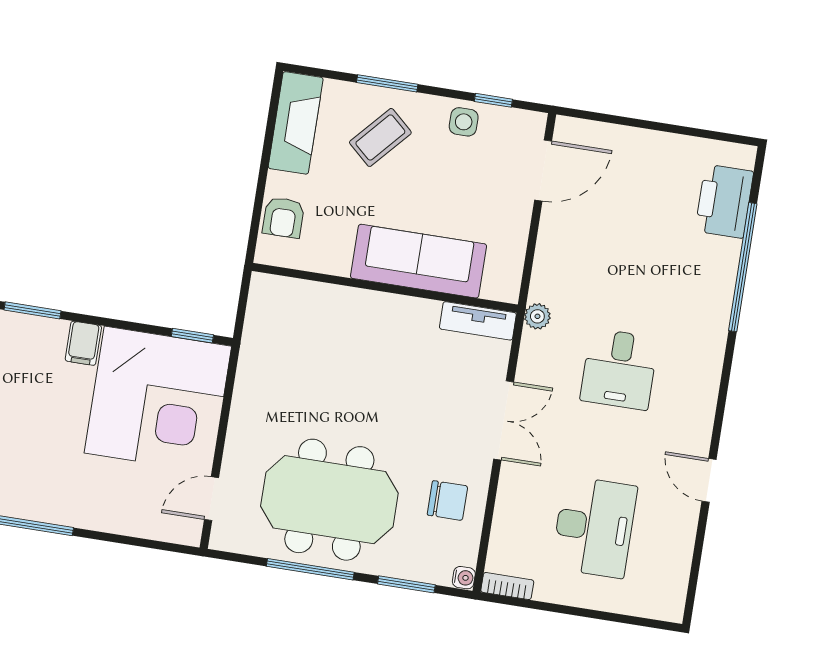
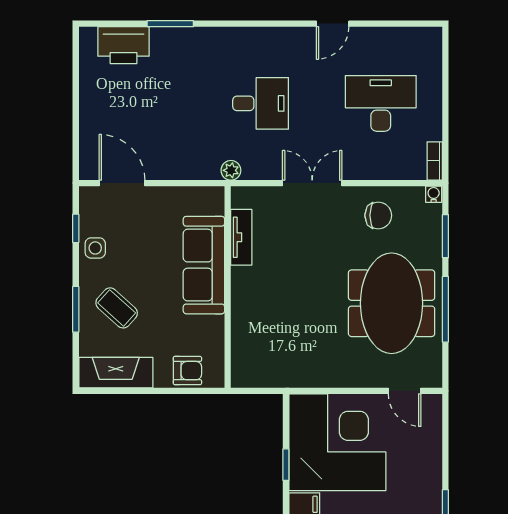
window: (743, 267) -> (170, 24), width x0.47
tv unit: (478, 321) -> (241, 237), moved
window: (192, 336) -> (286, 465), moved
chair: (447, 501) -> (378, 215), turned 90

